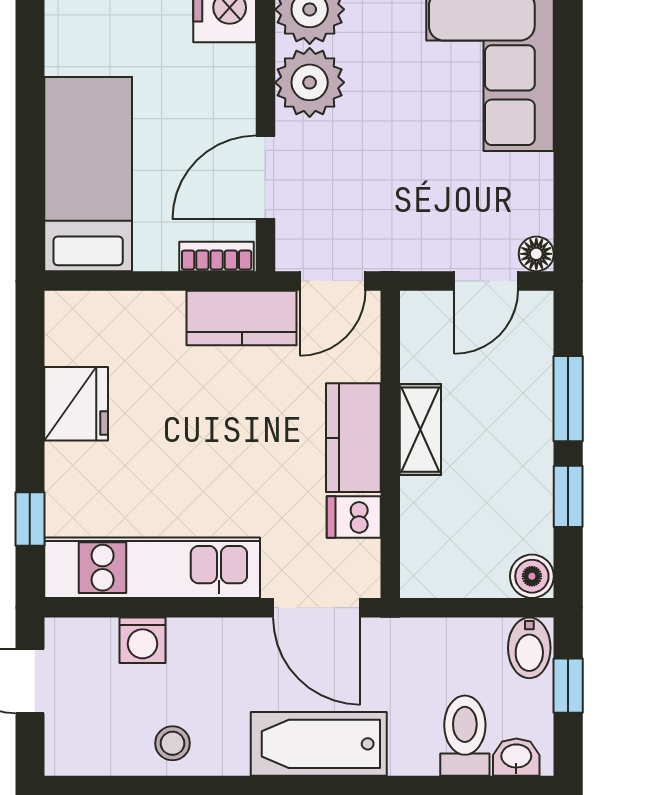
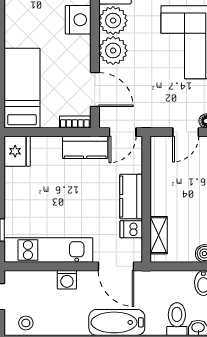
door: (265, 177) -> (95, 90), swing flipped
fridge: (76, 404) -> (17, 151), moved
shelving: (420, 430) -> (159, 235), moved
washing machine: (143, 640) -> (67, 280), moved
stool: (173, 743) -> (26, 323), moved

